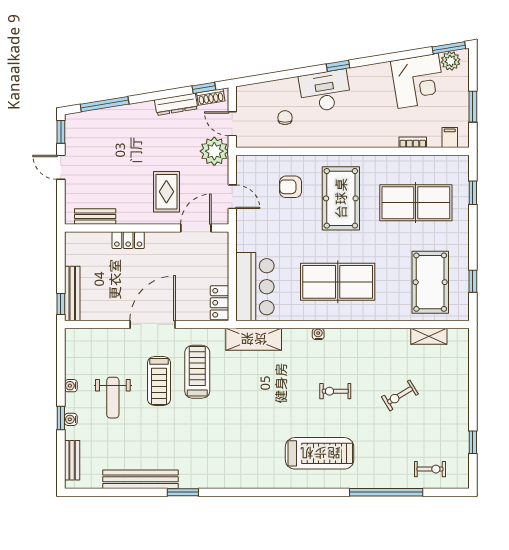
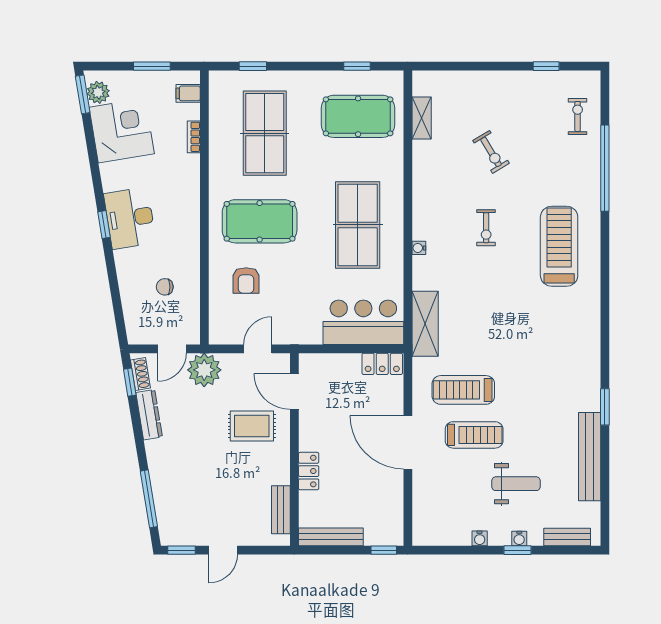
desk: (325, 91) -> (130, 218), moved
bench: (72, 293) -> (331, 537), moved
weight bench: (113, 398) -> (516, 484), moved

